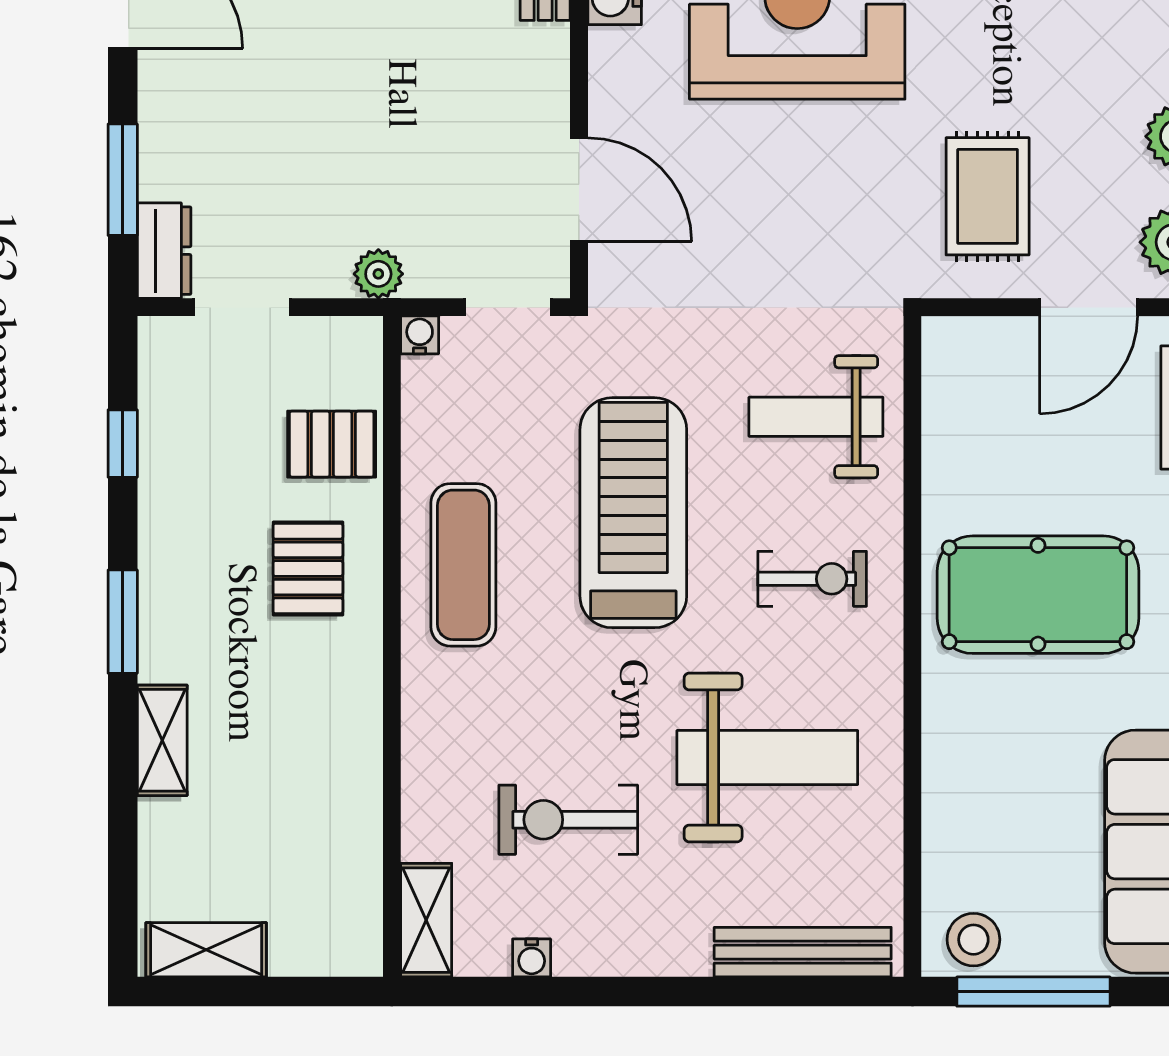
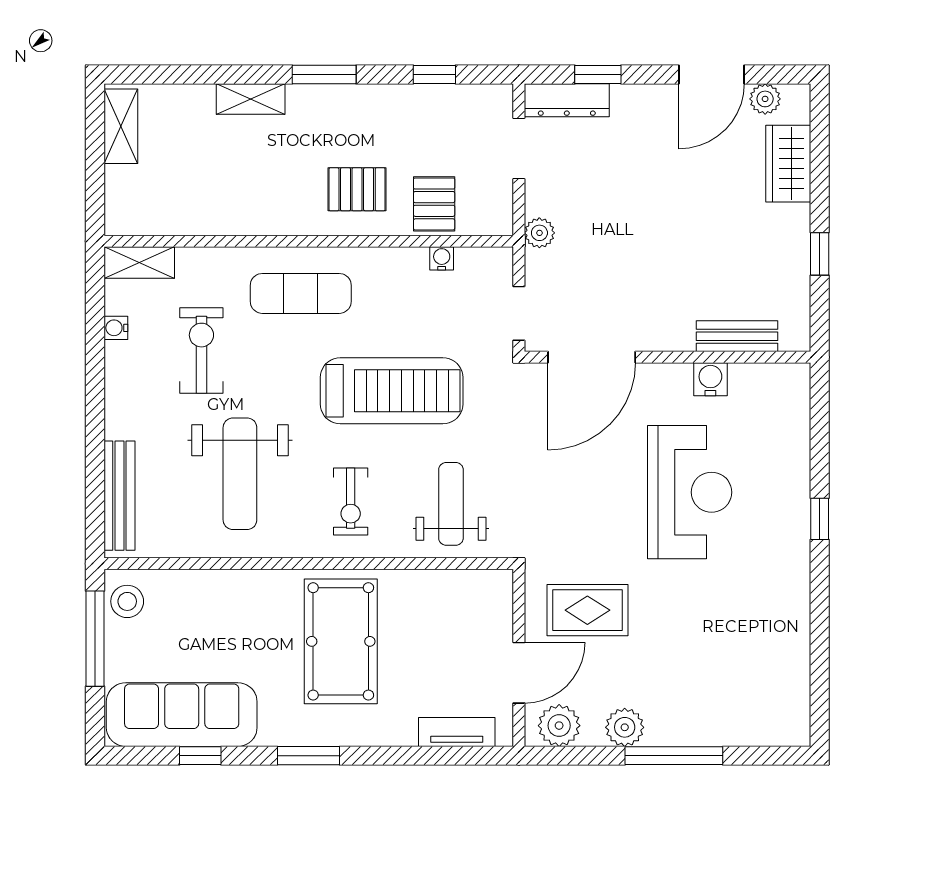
window: (123, 180) -> (598, 75), width x0.67
door: (579, 190) -> (592, 357), width x1.36
dresser: (164, 251) -> (567, 100), width x1.44
door: (1089, 307) -> (519, 673), swing flipped
water cooler: (420, 335) -> (442, 258), moved, turned -90
exercise mat: (463, 565) -> (301, 293), moved

